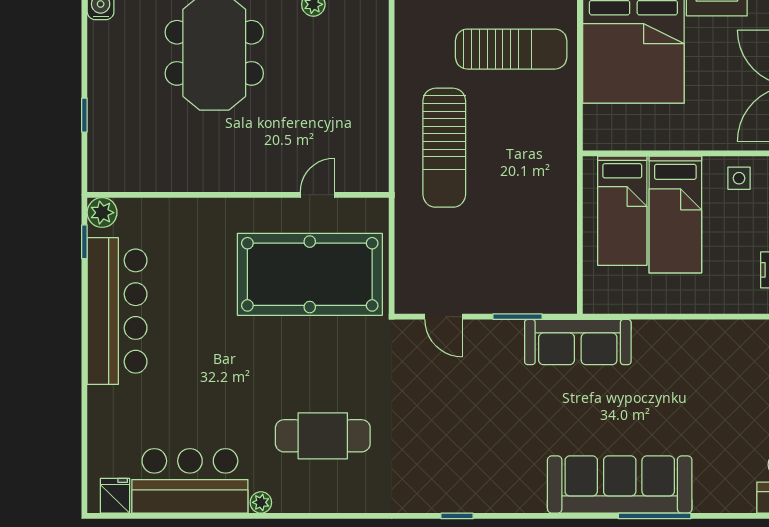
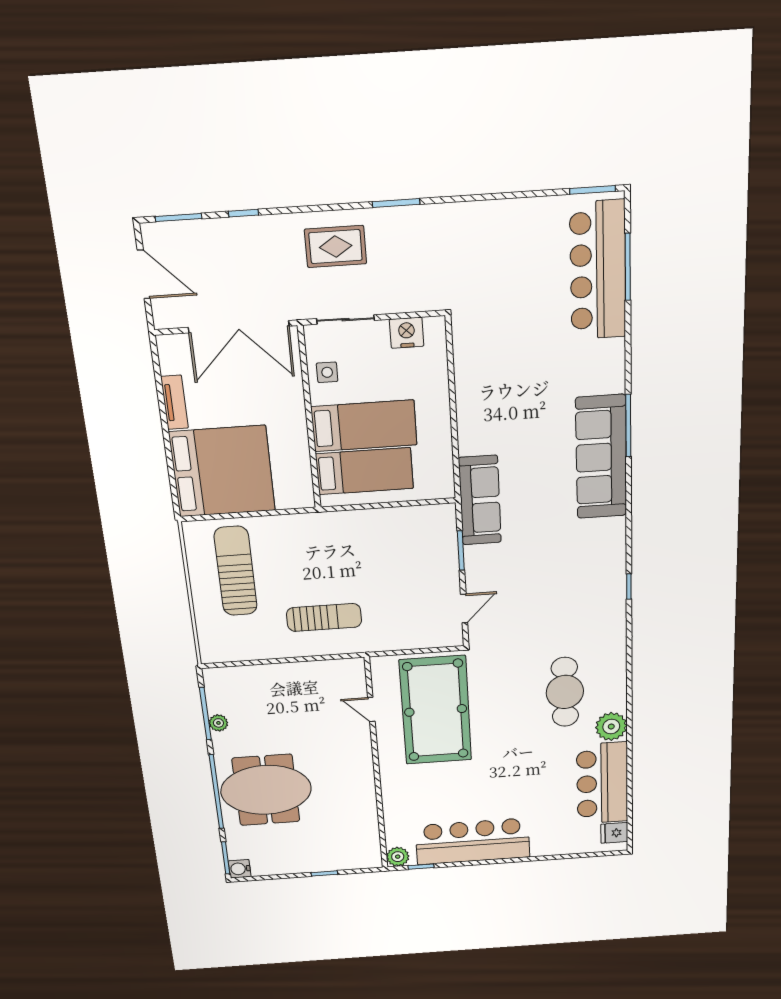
sun lounger: (444, 148) -> (324, 617), width x0.73, depth x0.75
plant: (261, 502) -> (611, 727), width x1.88, depth x1.88

